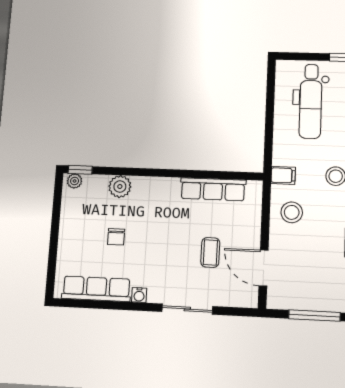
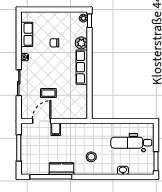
filing cabinet: (283, 175) -> (56, 129), moved
row of seats: (213, 189) -> (82, 67), moved
stool: (292, 212) -> (71, 135), removed
row of seats: (96, 289) -> (27, 34), width x0.68

